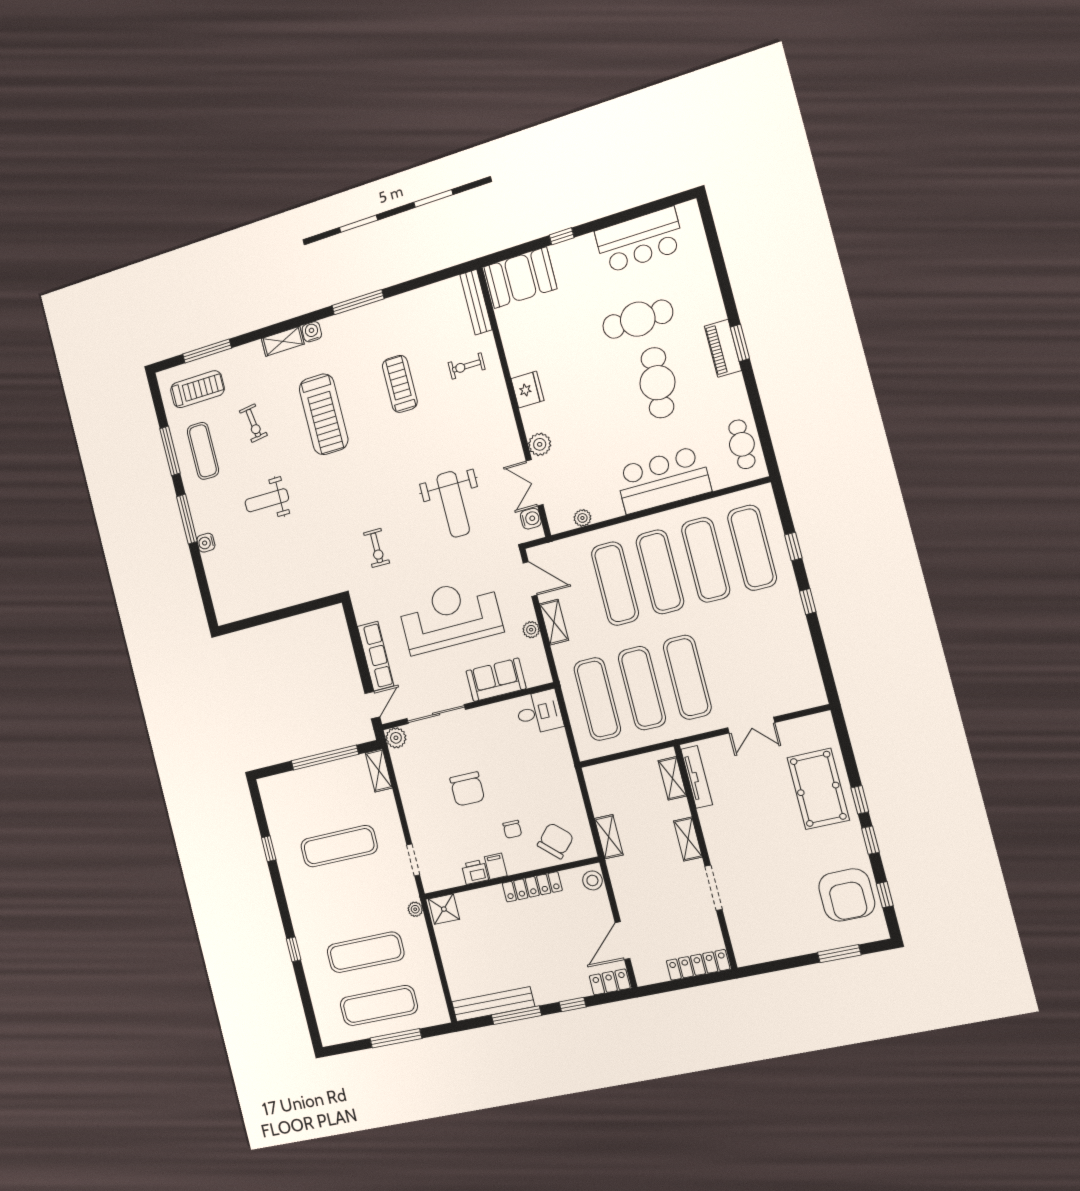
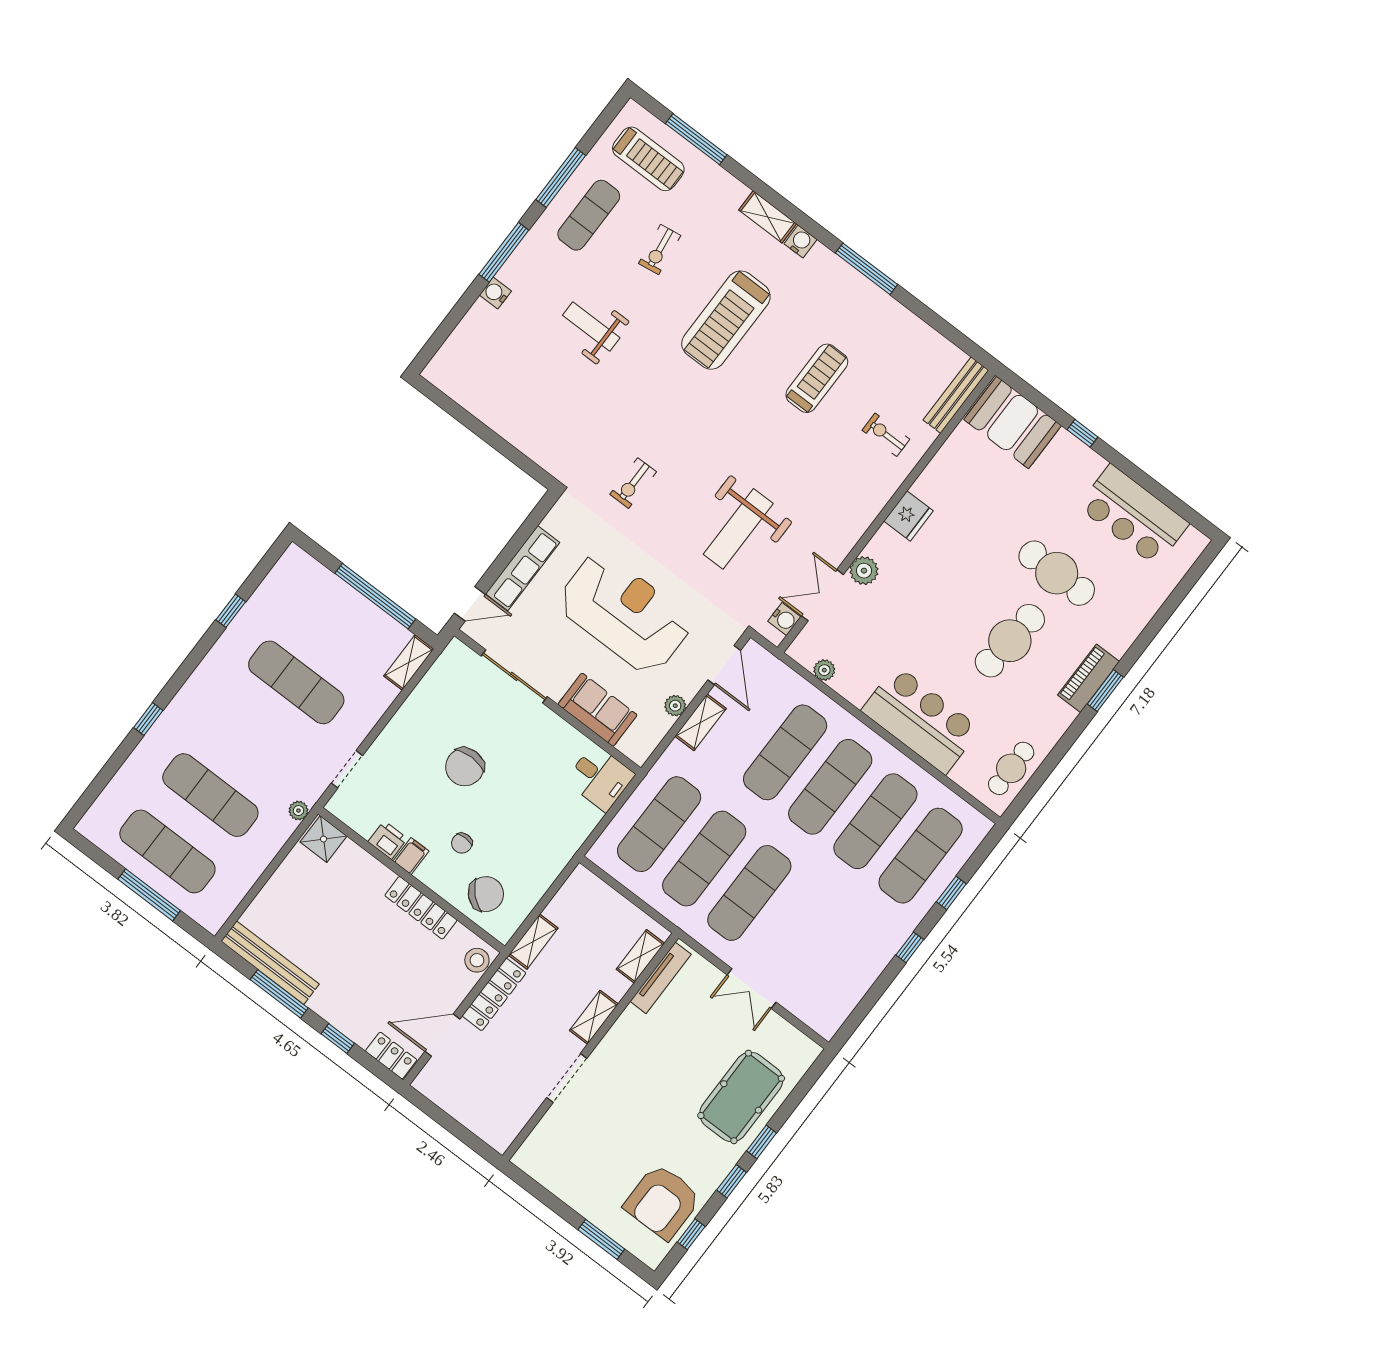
plant: (396, 738) -> (456, 654), removed
locker: (698, 965) -> (494, 994), moved, turned 90

